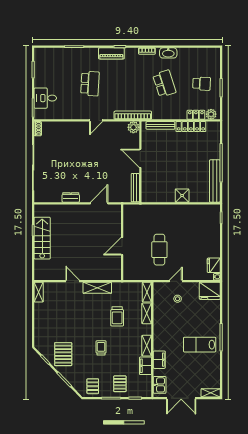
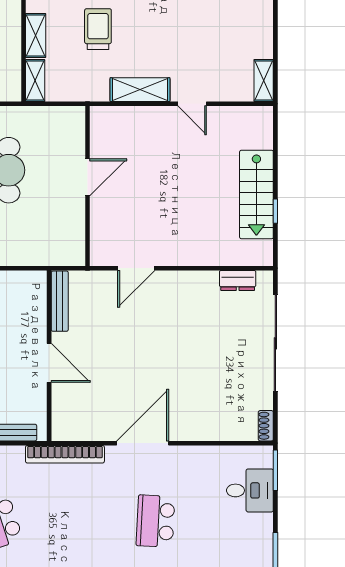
door: (96, 120) -> (143, 443), width x1.88
plant: (133, 127) -> (64, 429), removed
dresser: (71, 197) -> (238, 280), moved

